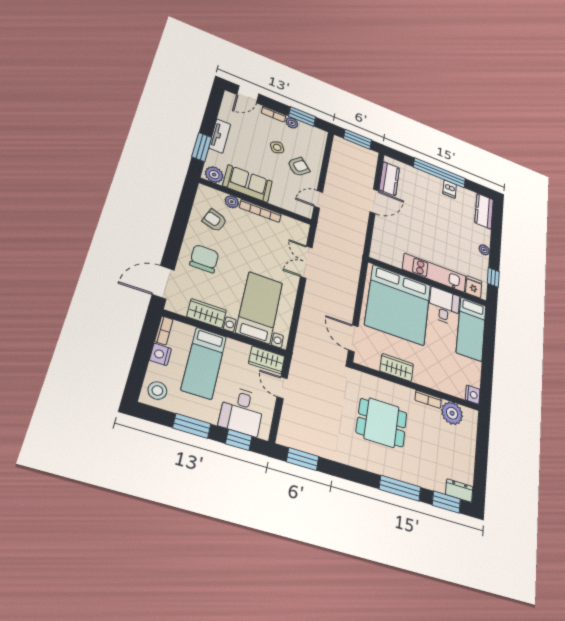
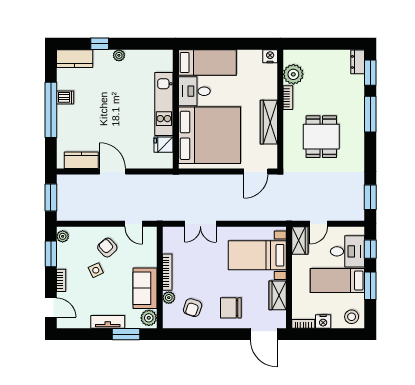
plant: (292, 123) -> (63, 236), moved
window: (493, 277) -> (100, 44), moved
fridge: (474, 287) -> (163, 145), moved
bed: (204, 363) -> (337, 280), moved, turned 180
wardrobe: (397, 367) -> (269, 122), width x1.50

